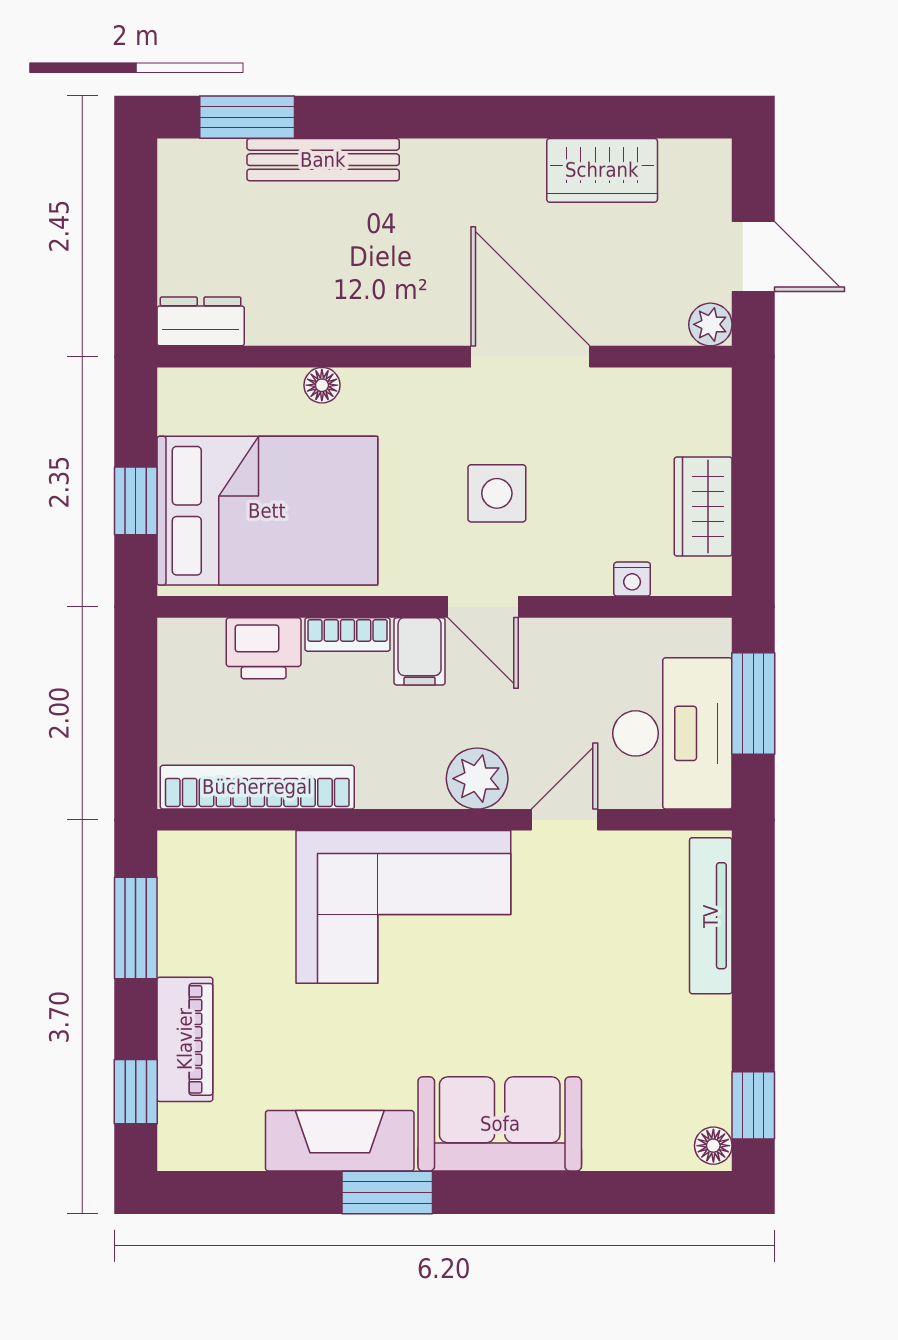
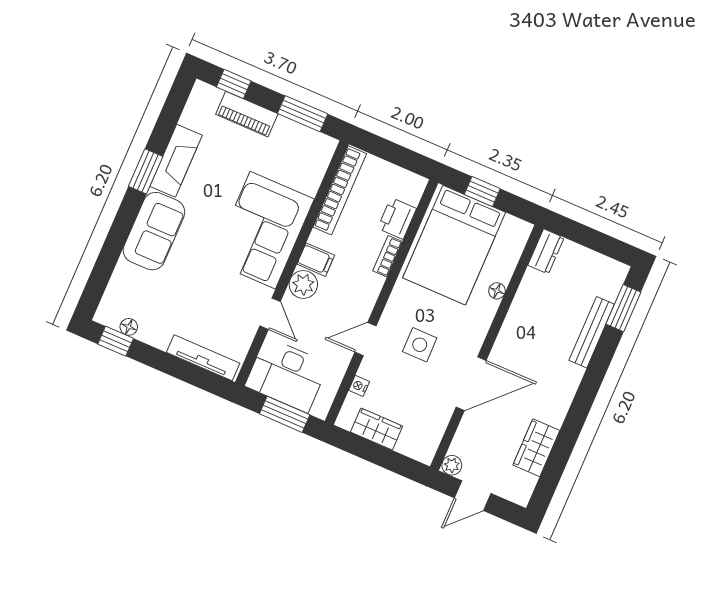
door: (483, 607) -> (365, 339), moved
filing cabinet: (420, 651) -> (316, 260), moved, turned 180
floor lamp: (713, 1146) -> (129, 327), moved

